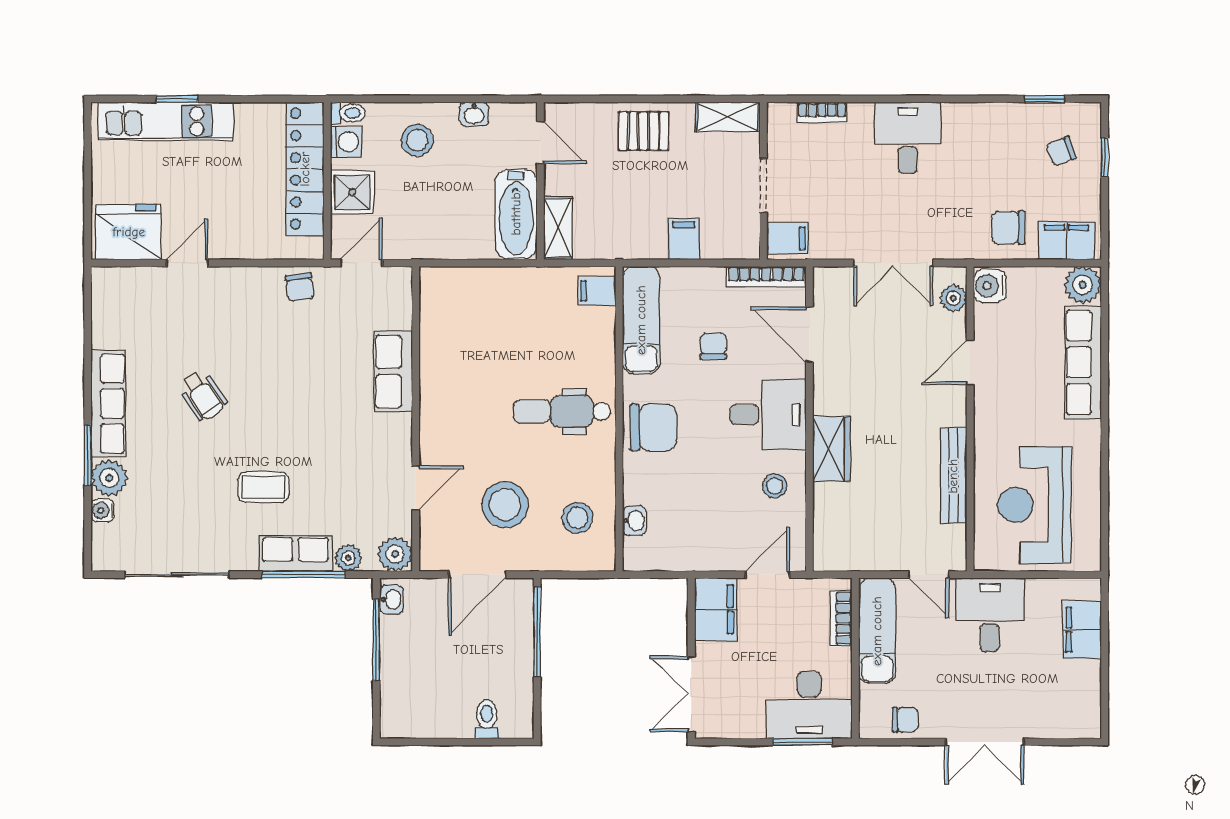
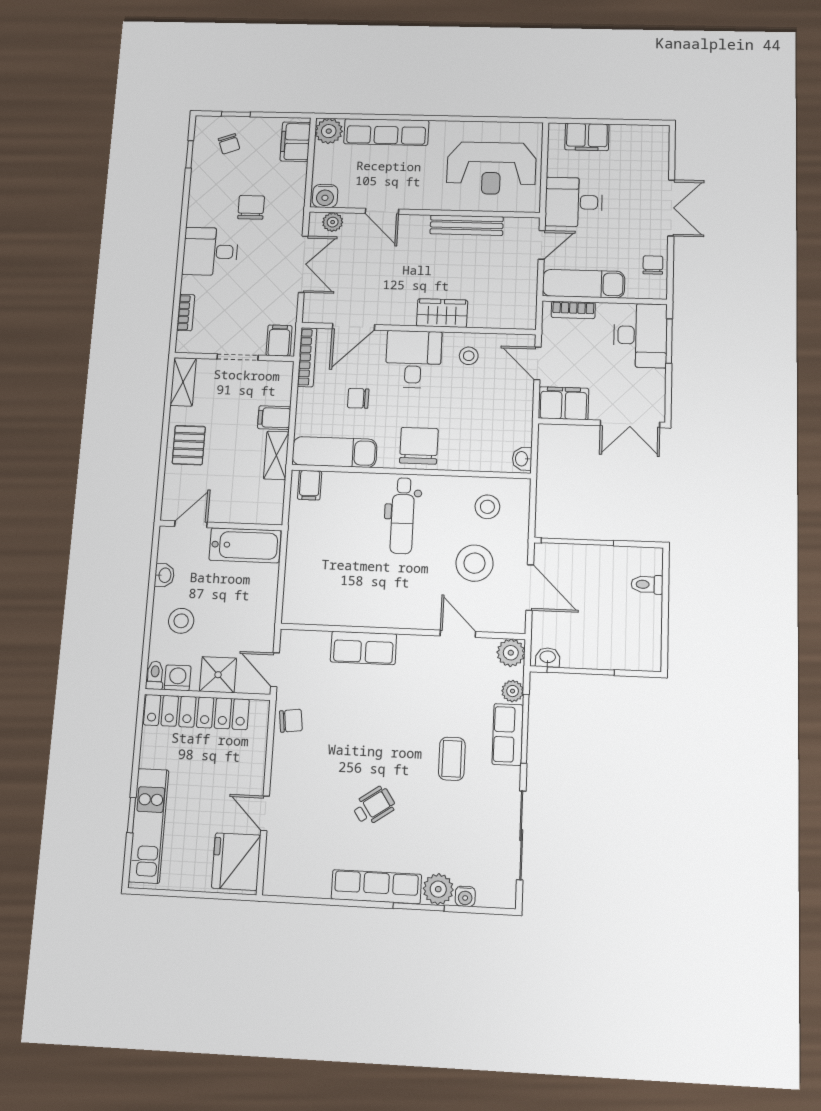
shelving: (558, 228) -> (276, 455), moved, turned 90
chair: (1008, 228) -> (251, 207), moved, turned 180
washbasin: (634, 521) -> (522, 459), moved, turned -90

